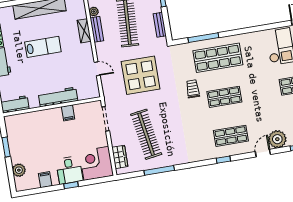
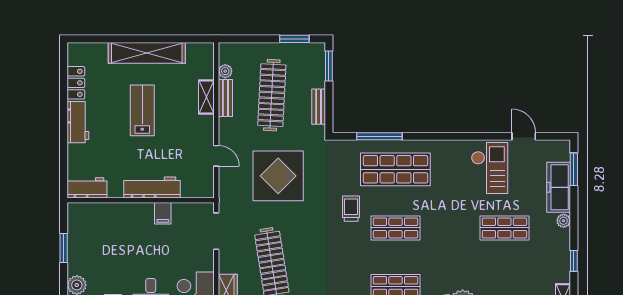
lab bench: (43, 47) -> (142, 110), turned -90

